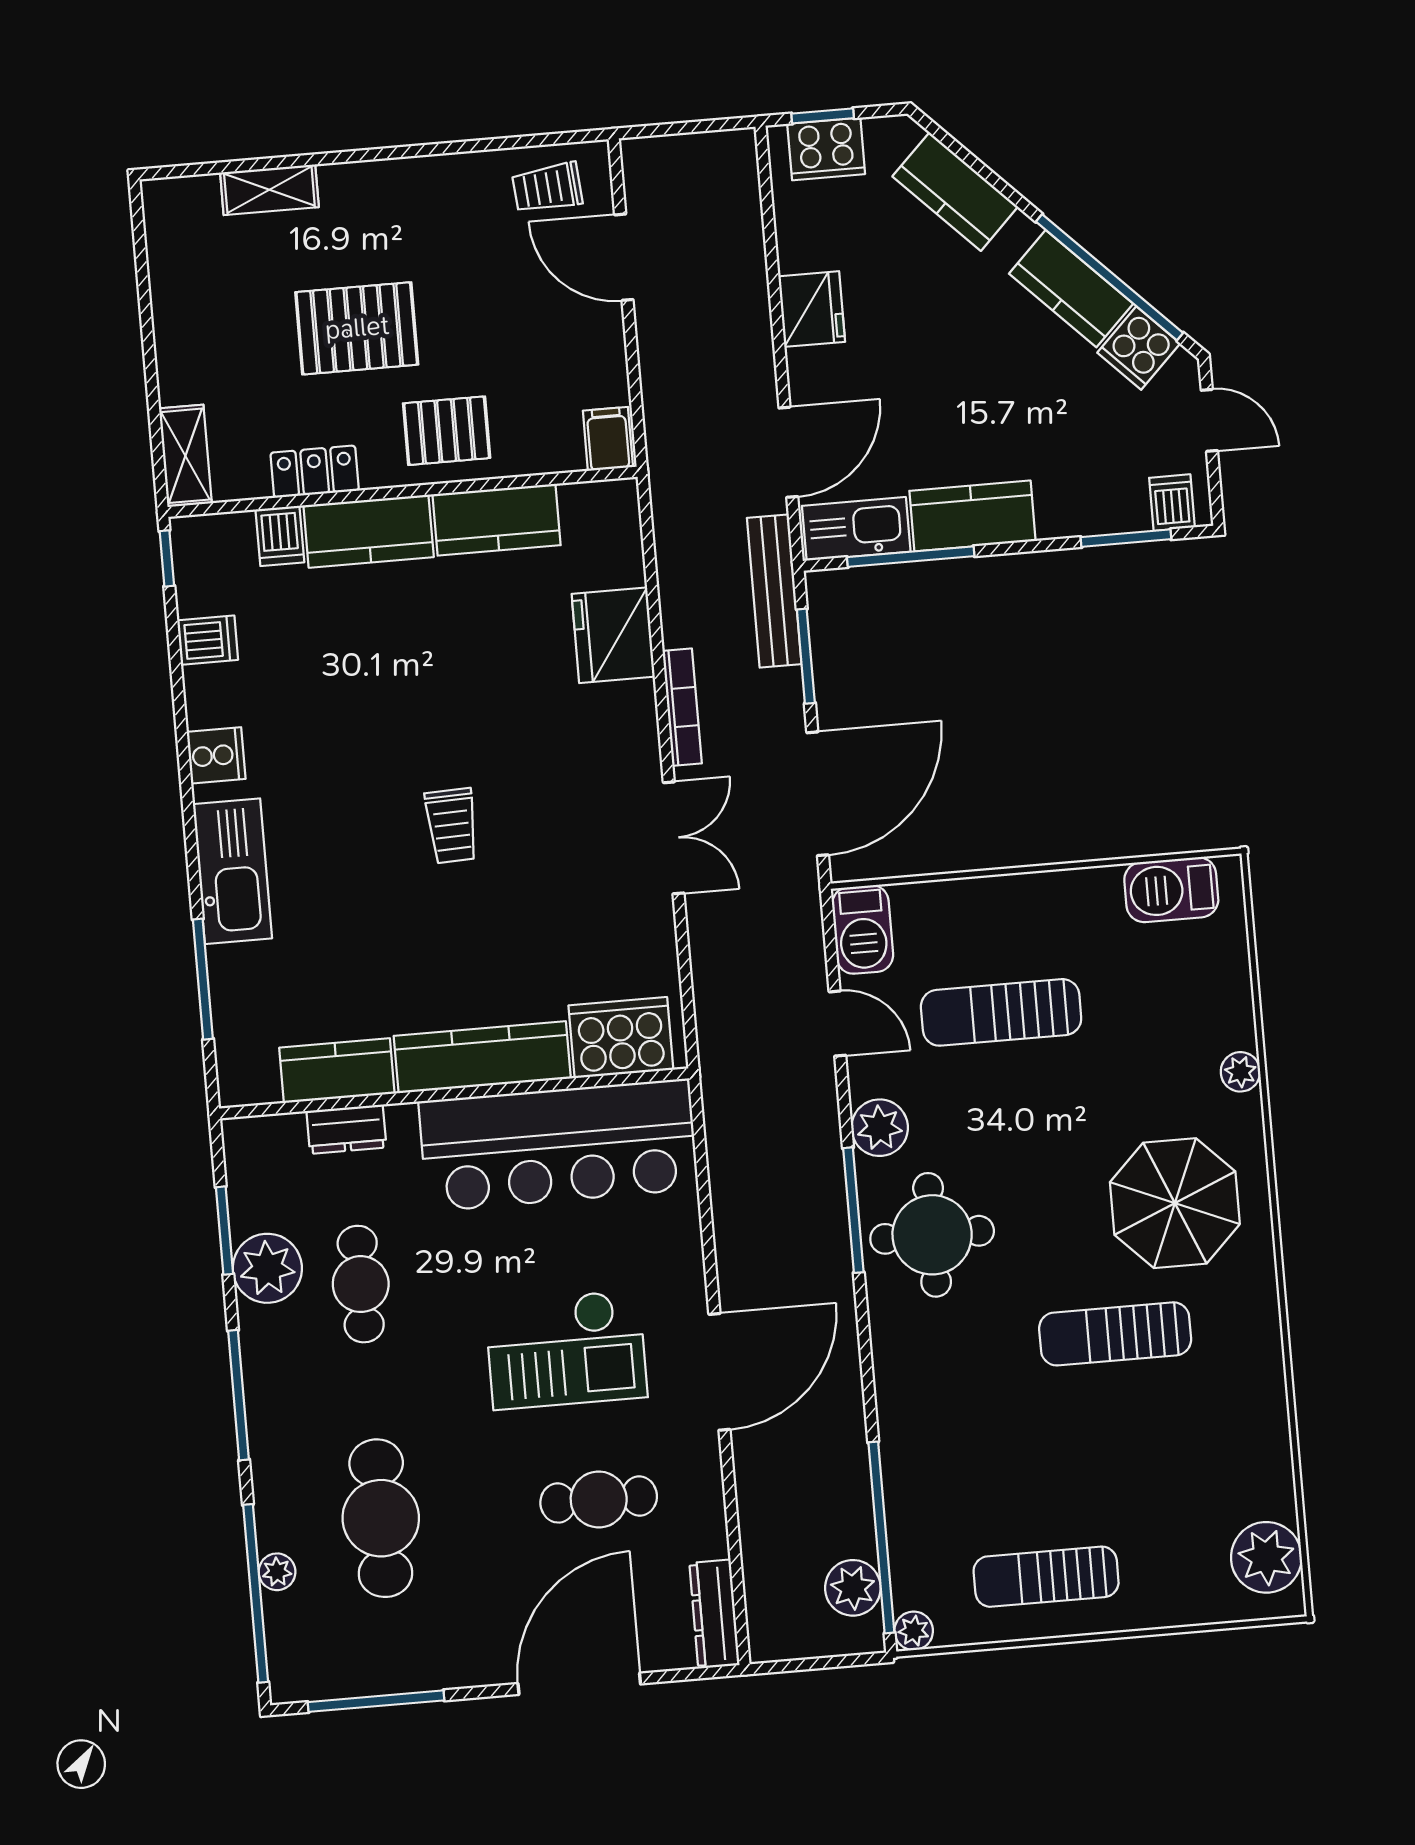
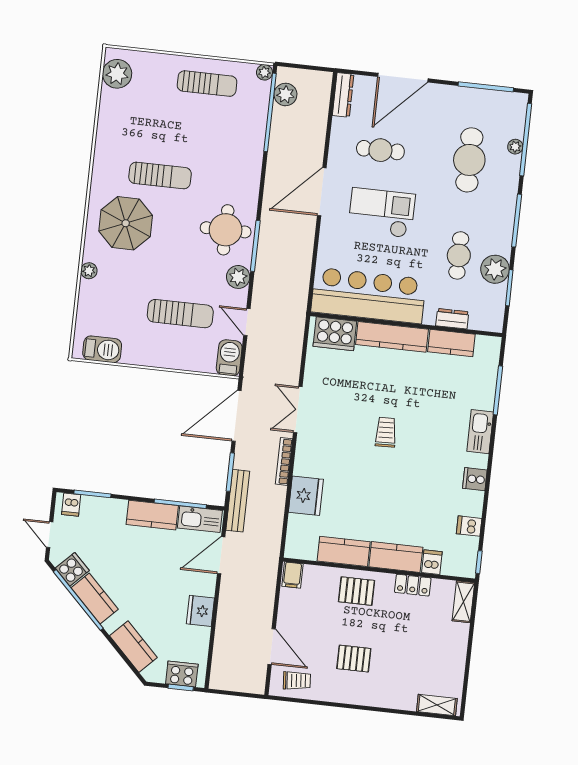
shelving: (269, 190) -> (437, 705), moved
pallet: (357, 328) -> (354, 659), moved, width x0.67, depth x0.71
kitchen sink: (232, 871) -> (480, 432), width x0.73, depth x0.81

